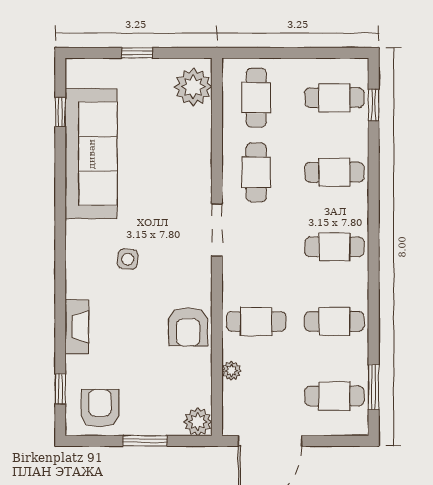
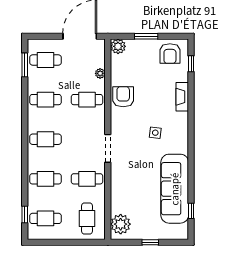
cafe table: (256, 172) -> (87, 179), turned 90

